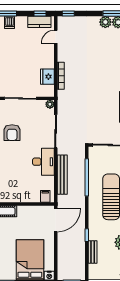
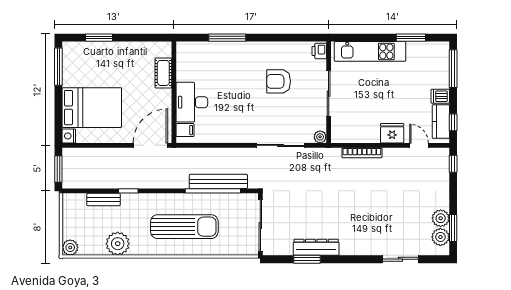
dishwasher: (10, 22) -> (440, 96), moved
fridge: (47, 77) -> (392, 133), moved
desk: (43, 162) -> (192, 102), moved, turned 90
bench: (62, 175) -> (218, 181), moved
door: (56, 220) -> (150, 145), swing flipped

